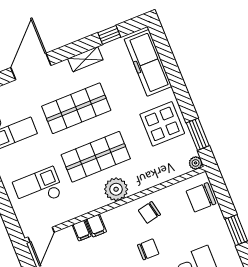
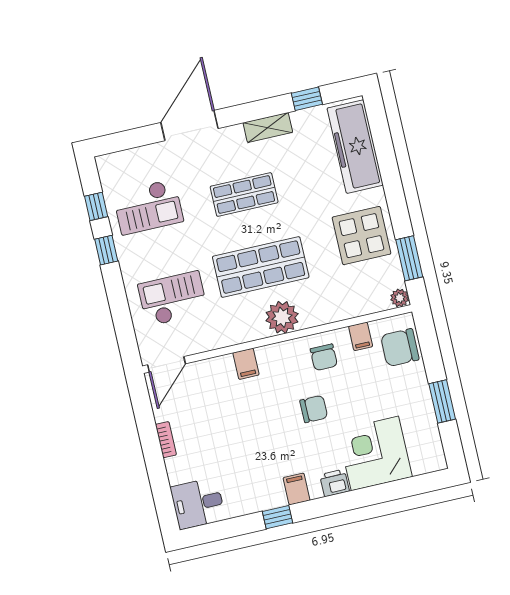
shop shelf: (76, 108) -> (244, 195), width x0.70, depth x0.74
chair: (149, 212) -> (324, 357), turned -78
filing cabinet: (82, 230) -> (361, 336), moved

